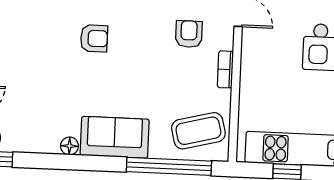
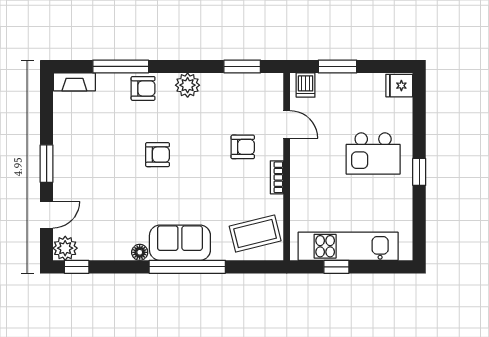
armchair: (189, 34) -> (243, 147), turned 90
window: (169, 166) -> (187, 267), moved

